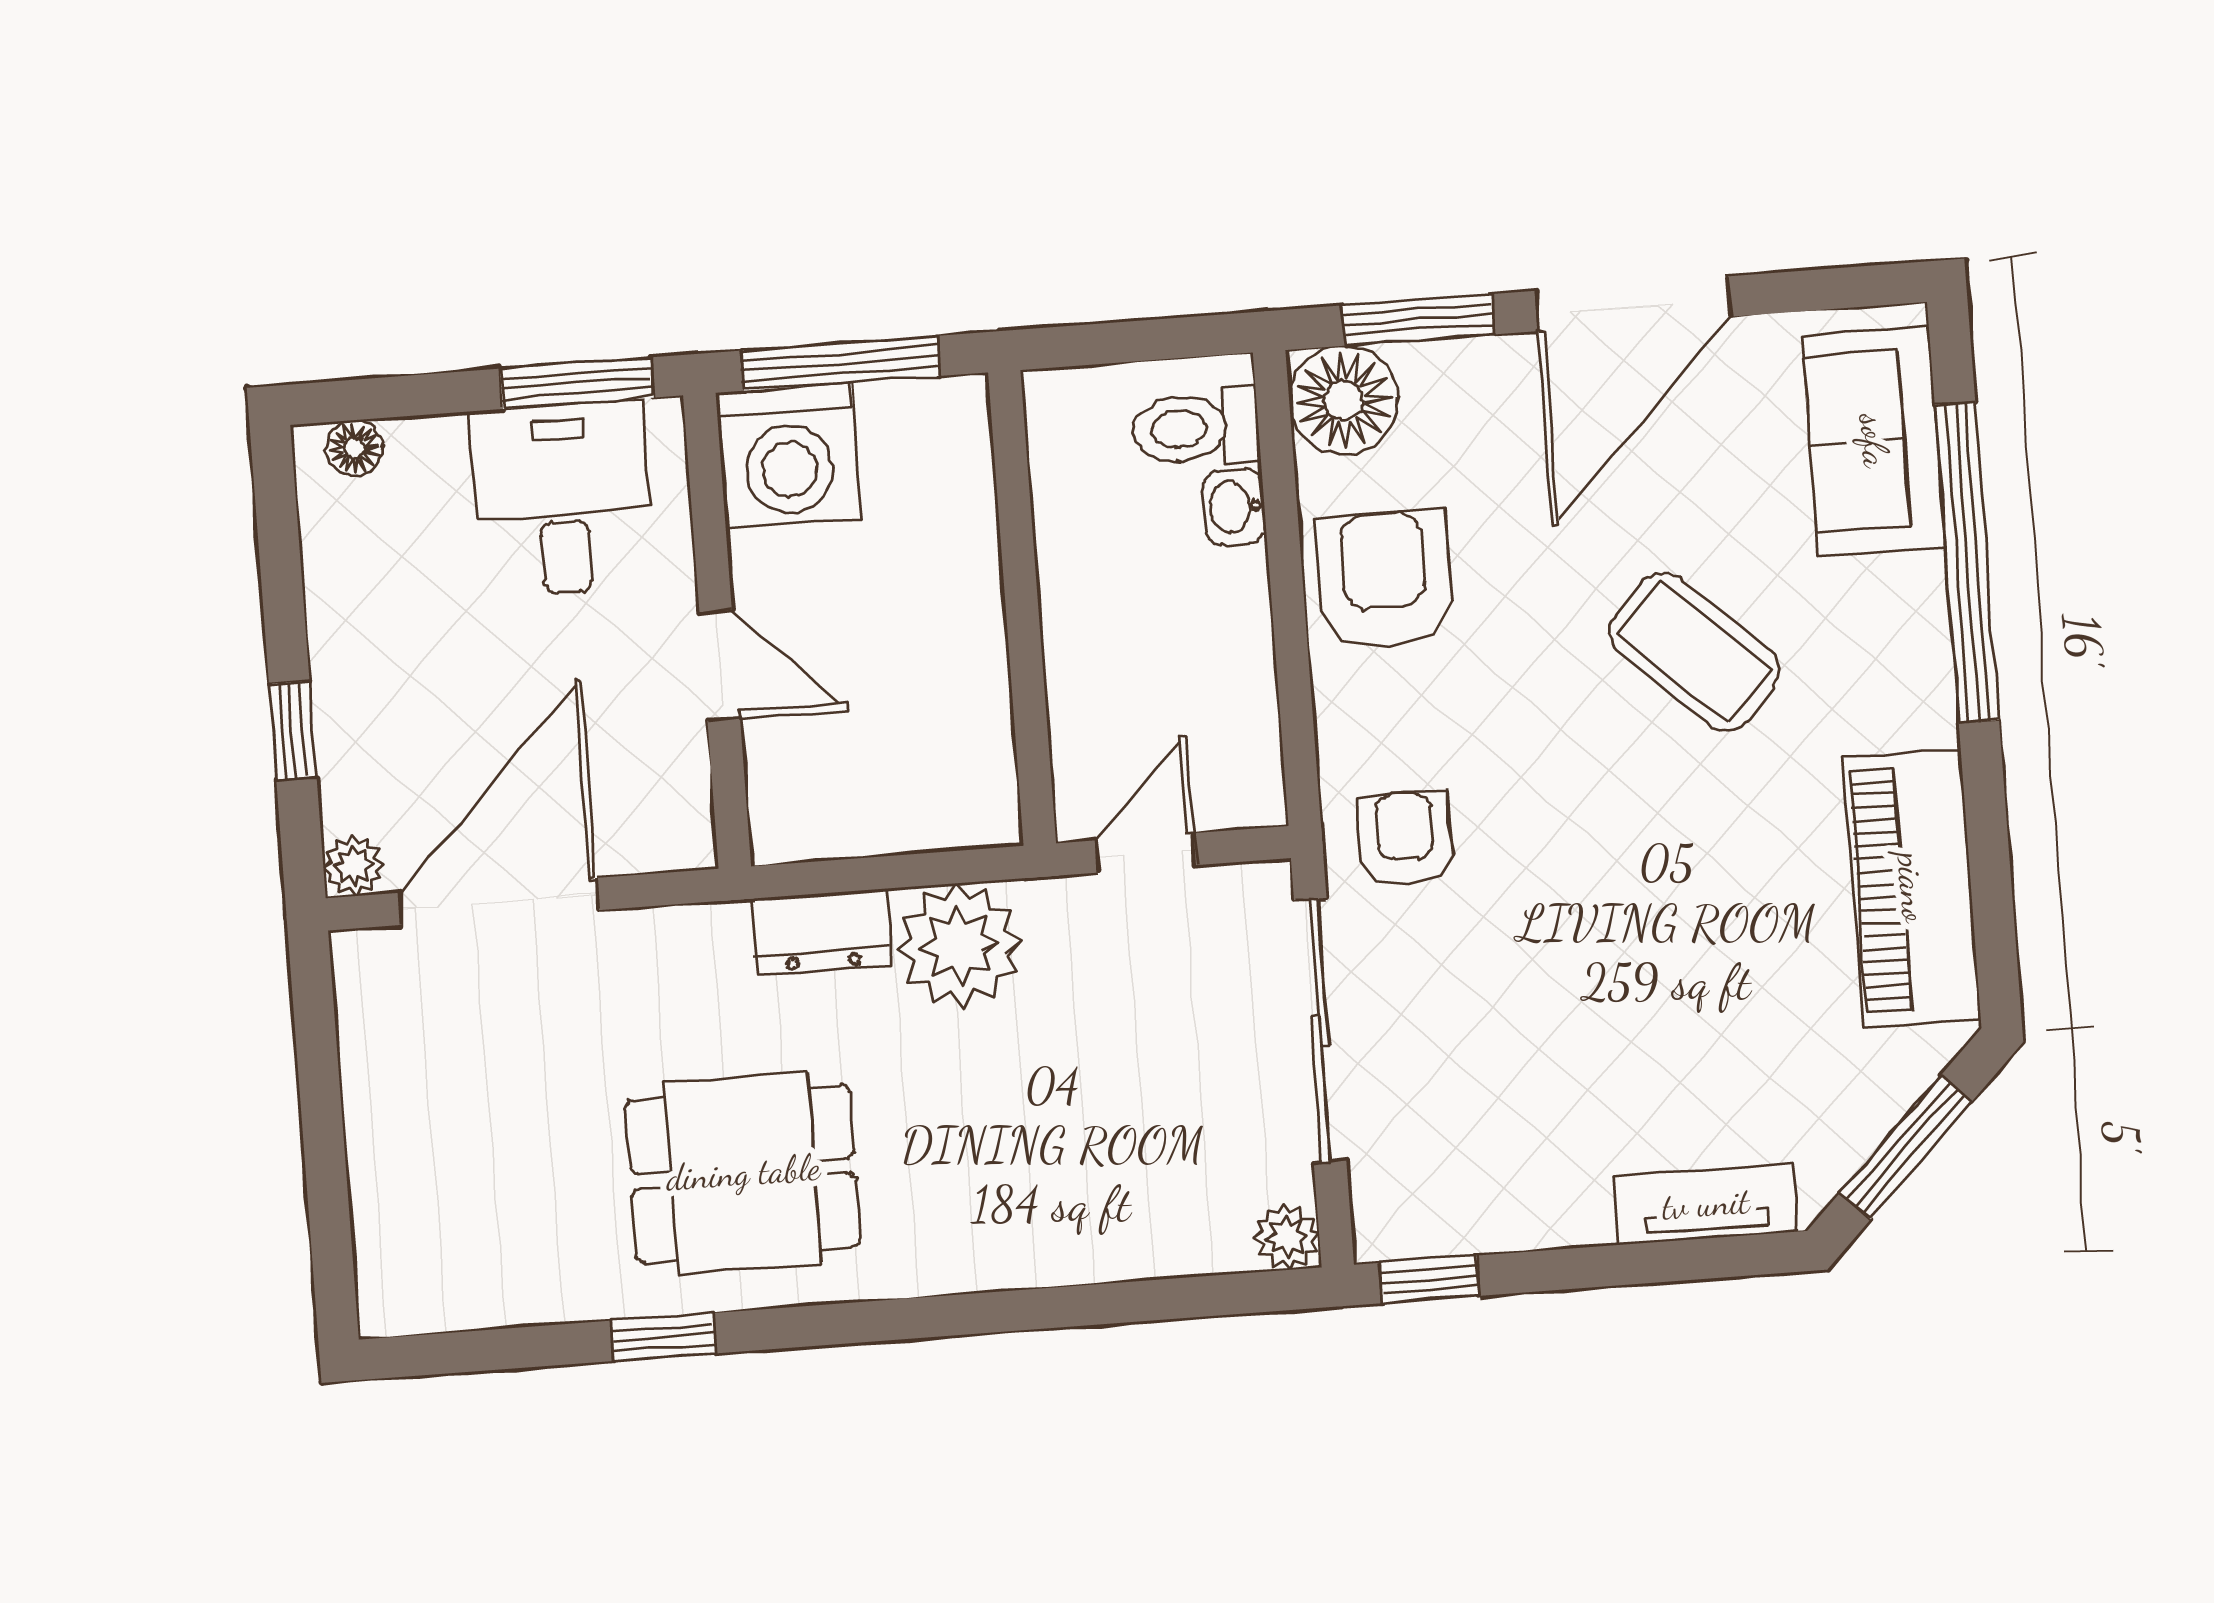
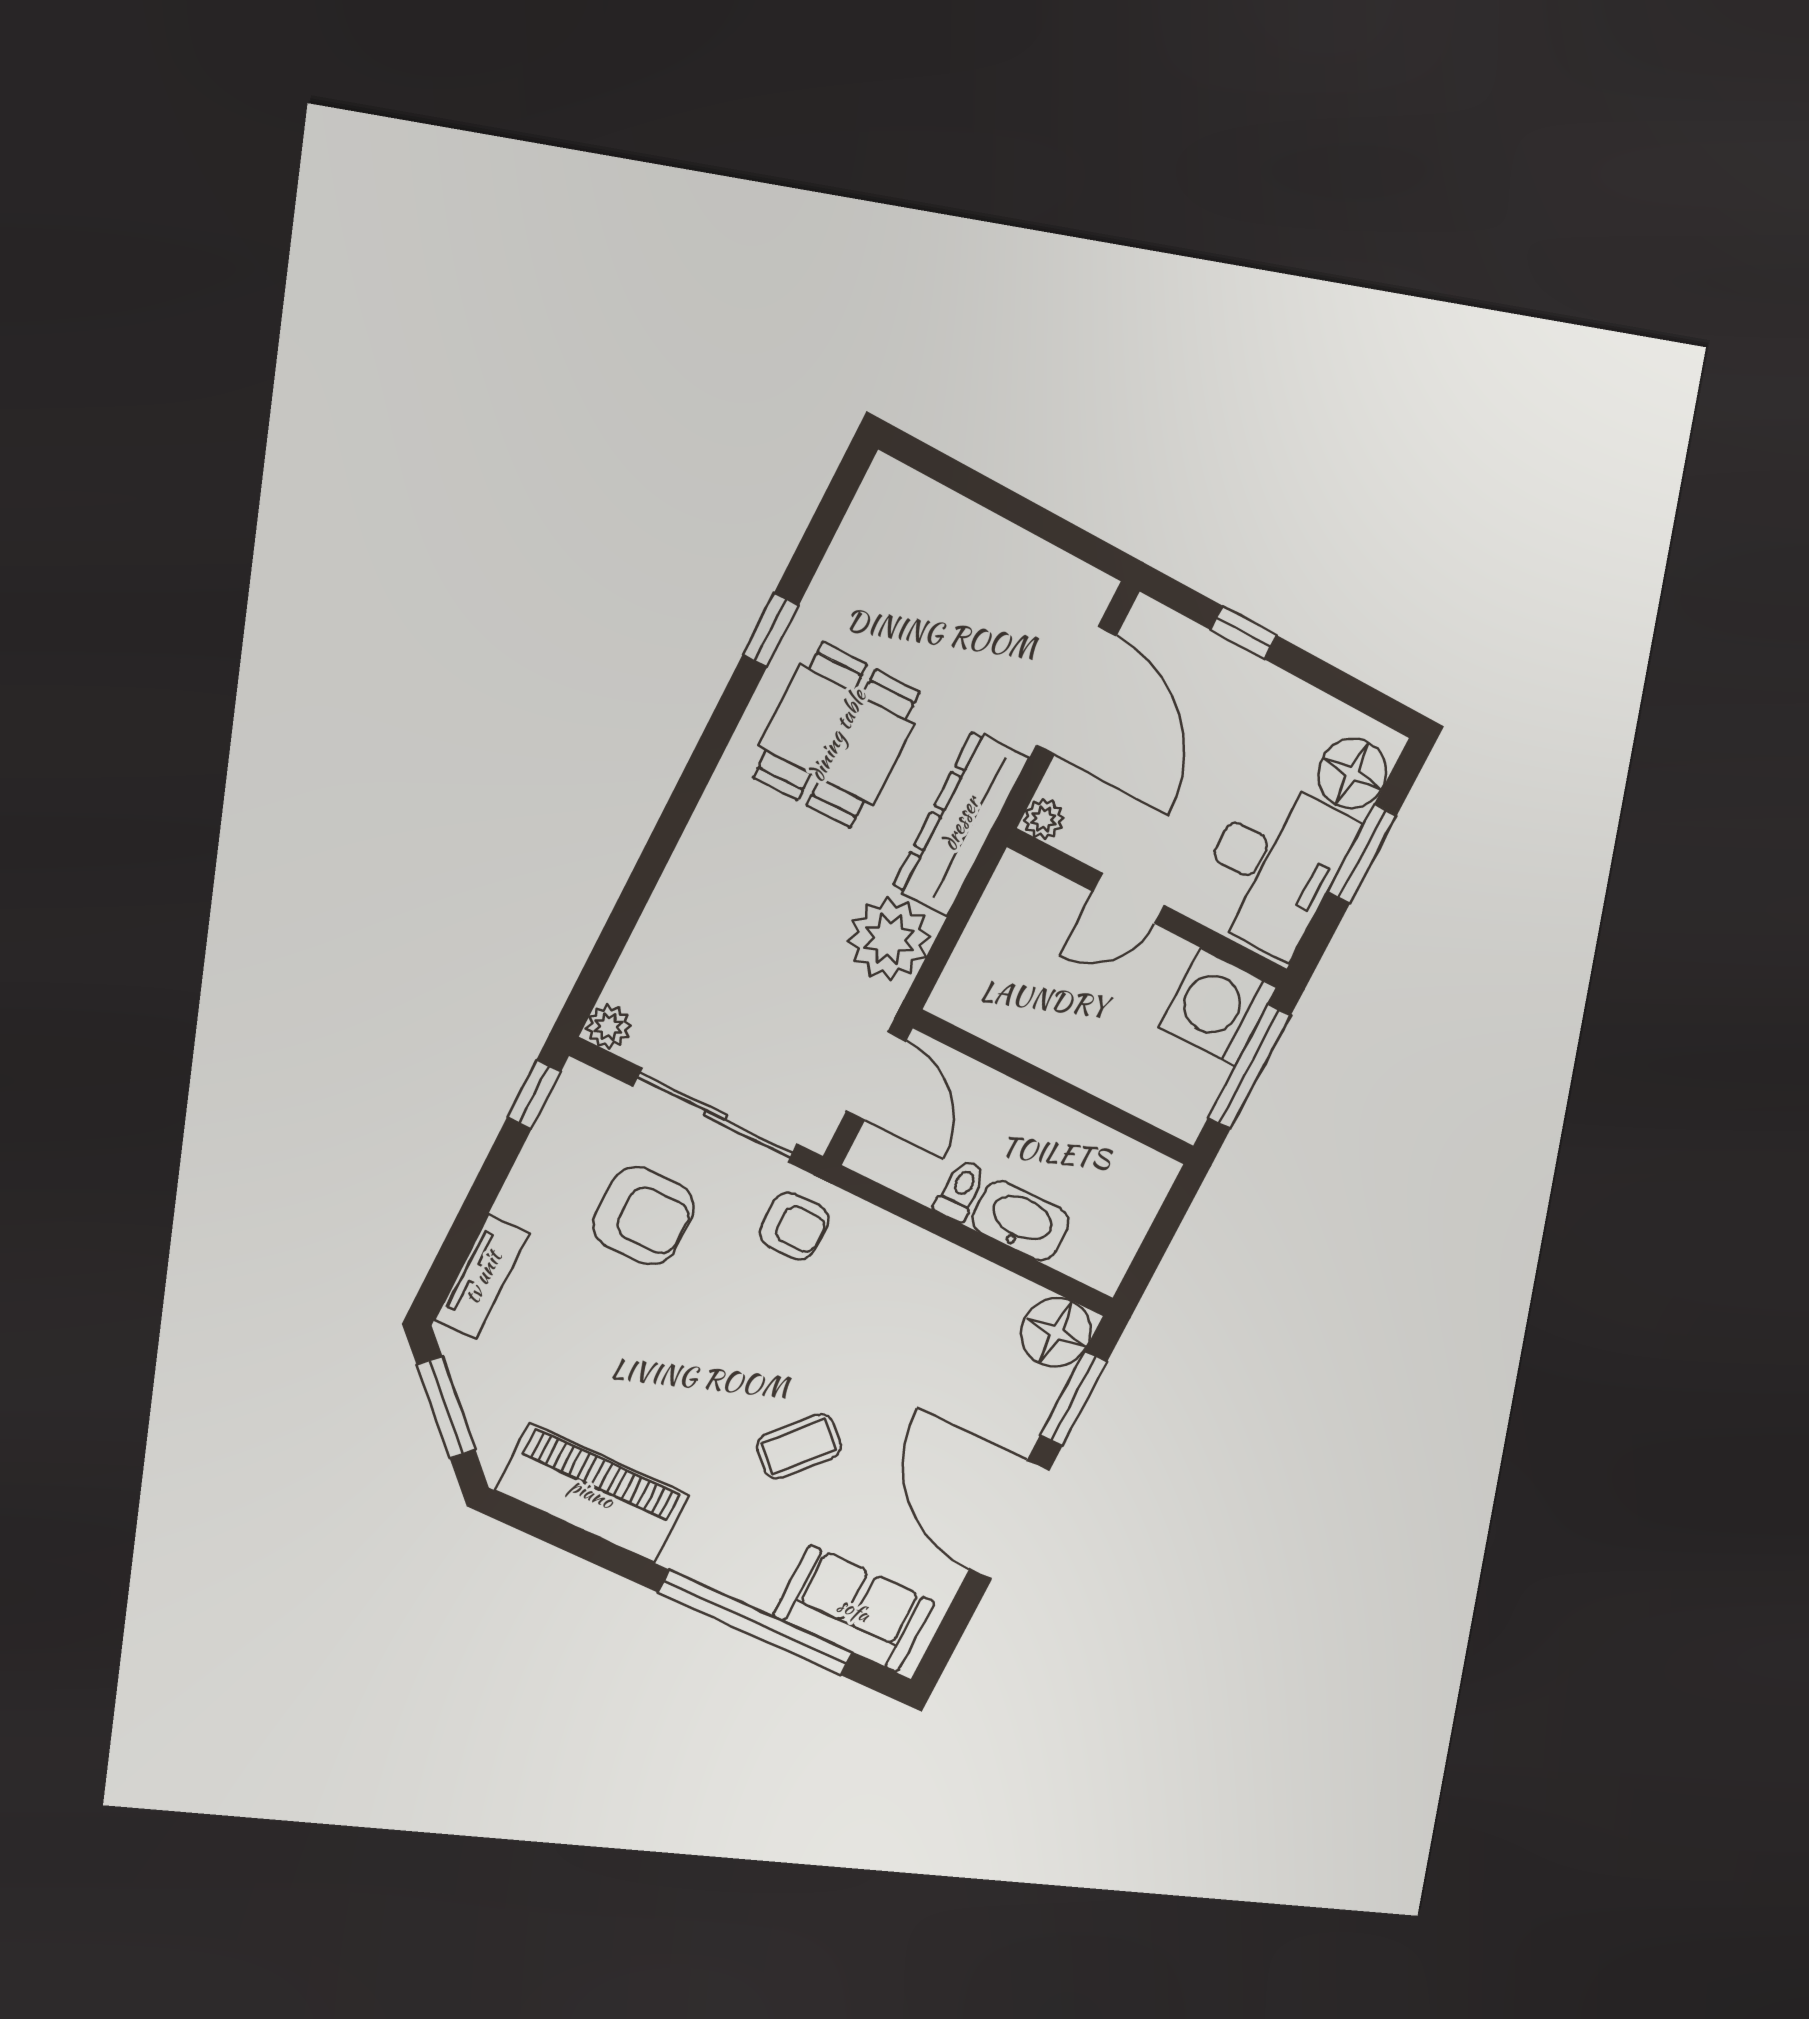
window: (577, 383) -> (1362, 854), moved
toilet: (1196, 428) -> (961, 1190), moved, width x0.73, depth x0.72
floor lamp: (354, 448) -> (1352, 773), width x1.89, depth x1.89
desk: (563, 499) -> (1274, 866), width x1.37
washbasin: (1234, 507) -> (1020, 1221), width x1.91, depth x1.45
armchair: (1384, 579) -> (644, 1216), moved
coffee table: (1694, 652) -> (799, 1446), width x0.73, depth x0.77
door: (1146, 853) -> (876, 1076), width x1.38
plant: (354, 866) -> (1044, 819), moved
dresser: (821, 932) -> (960, 823), width x1.96, depth x1.24

